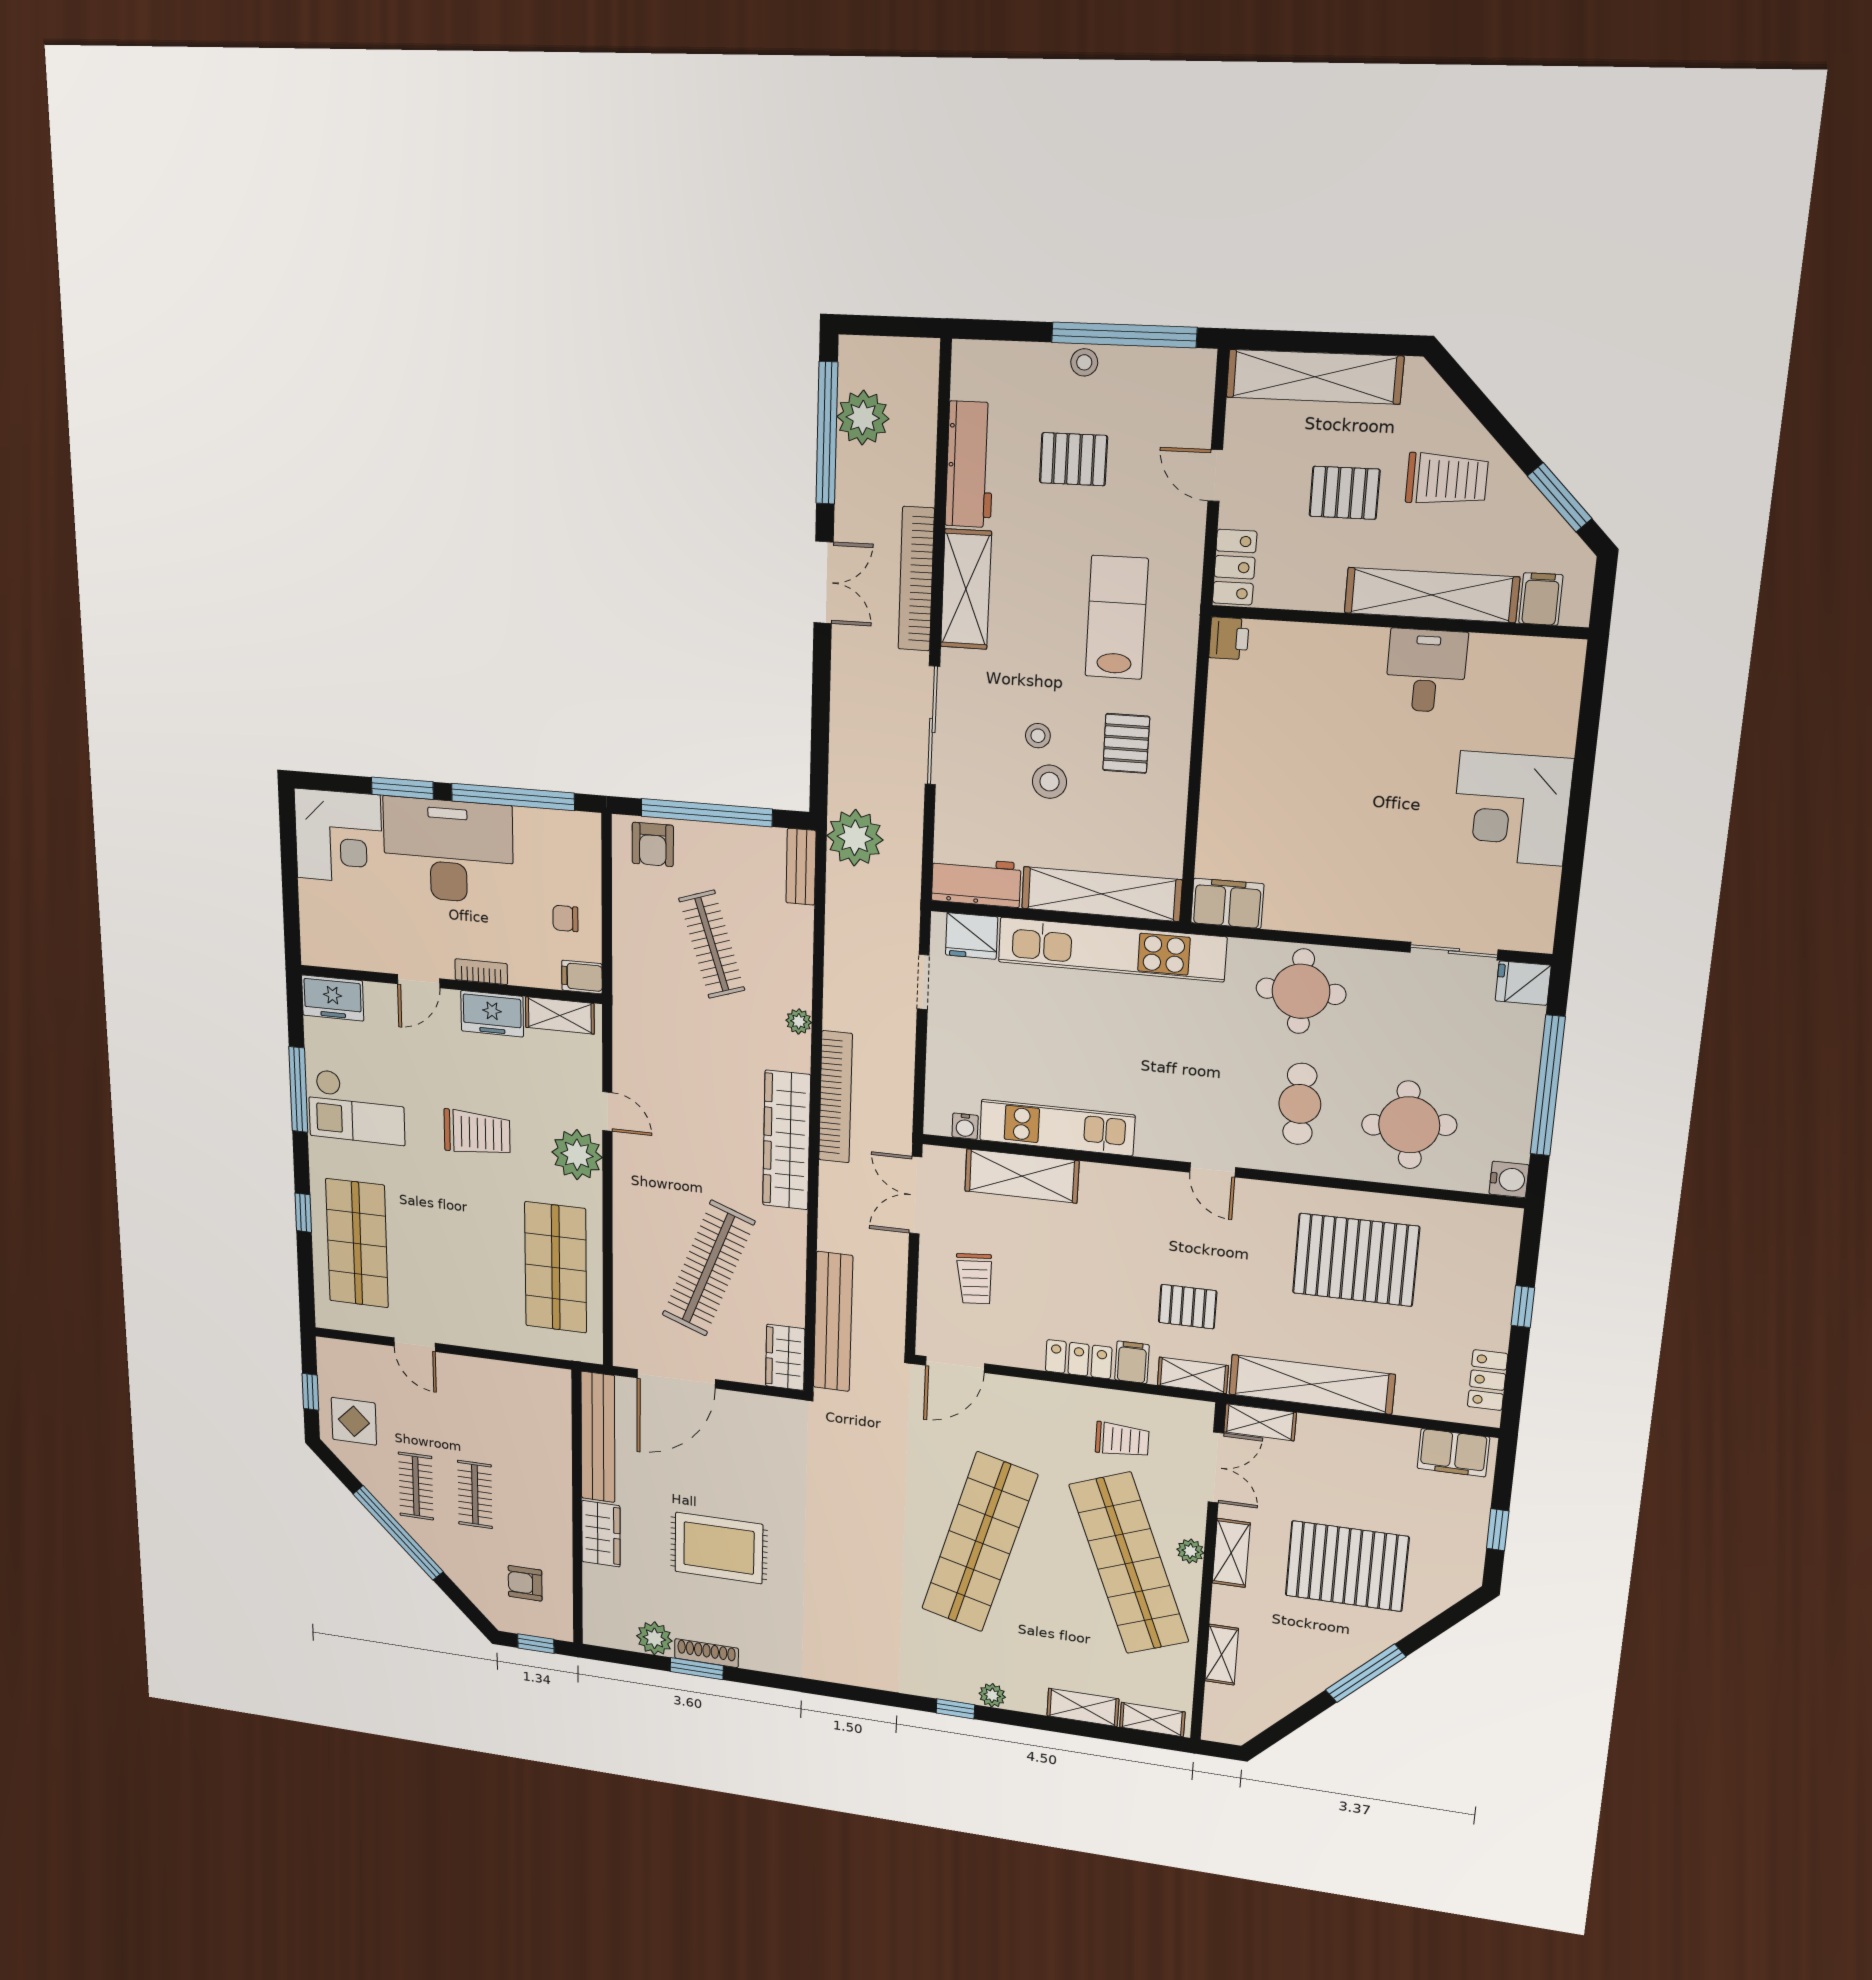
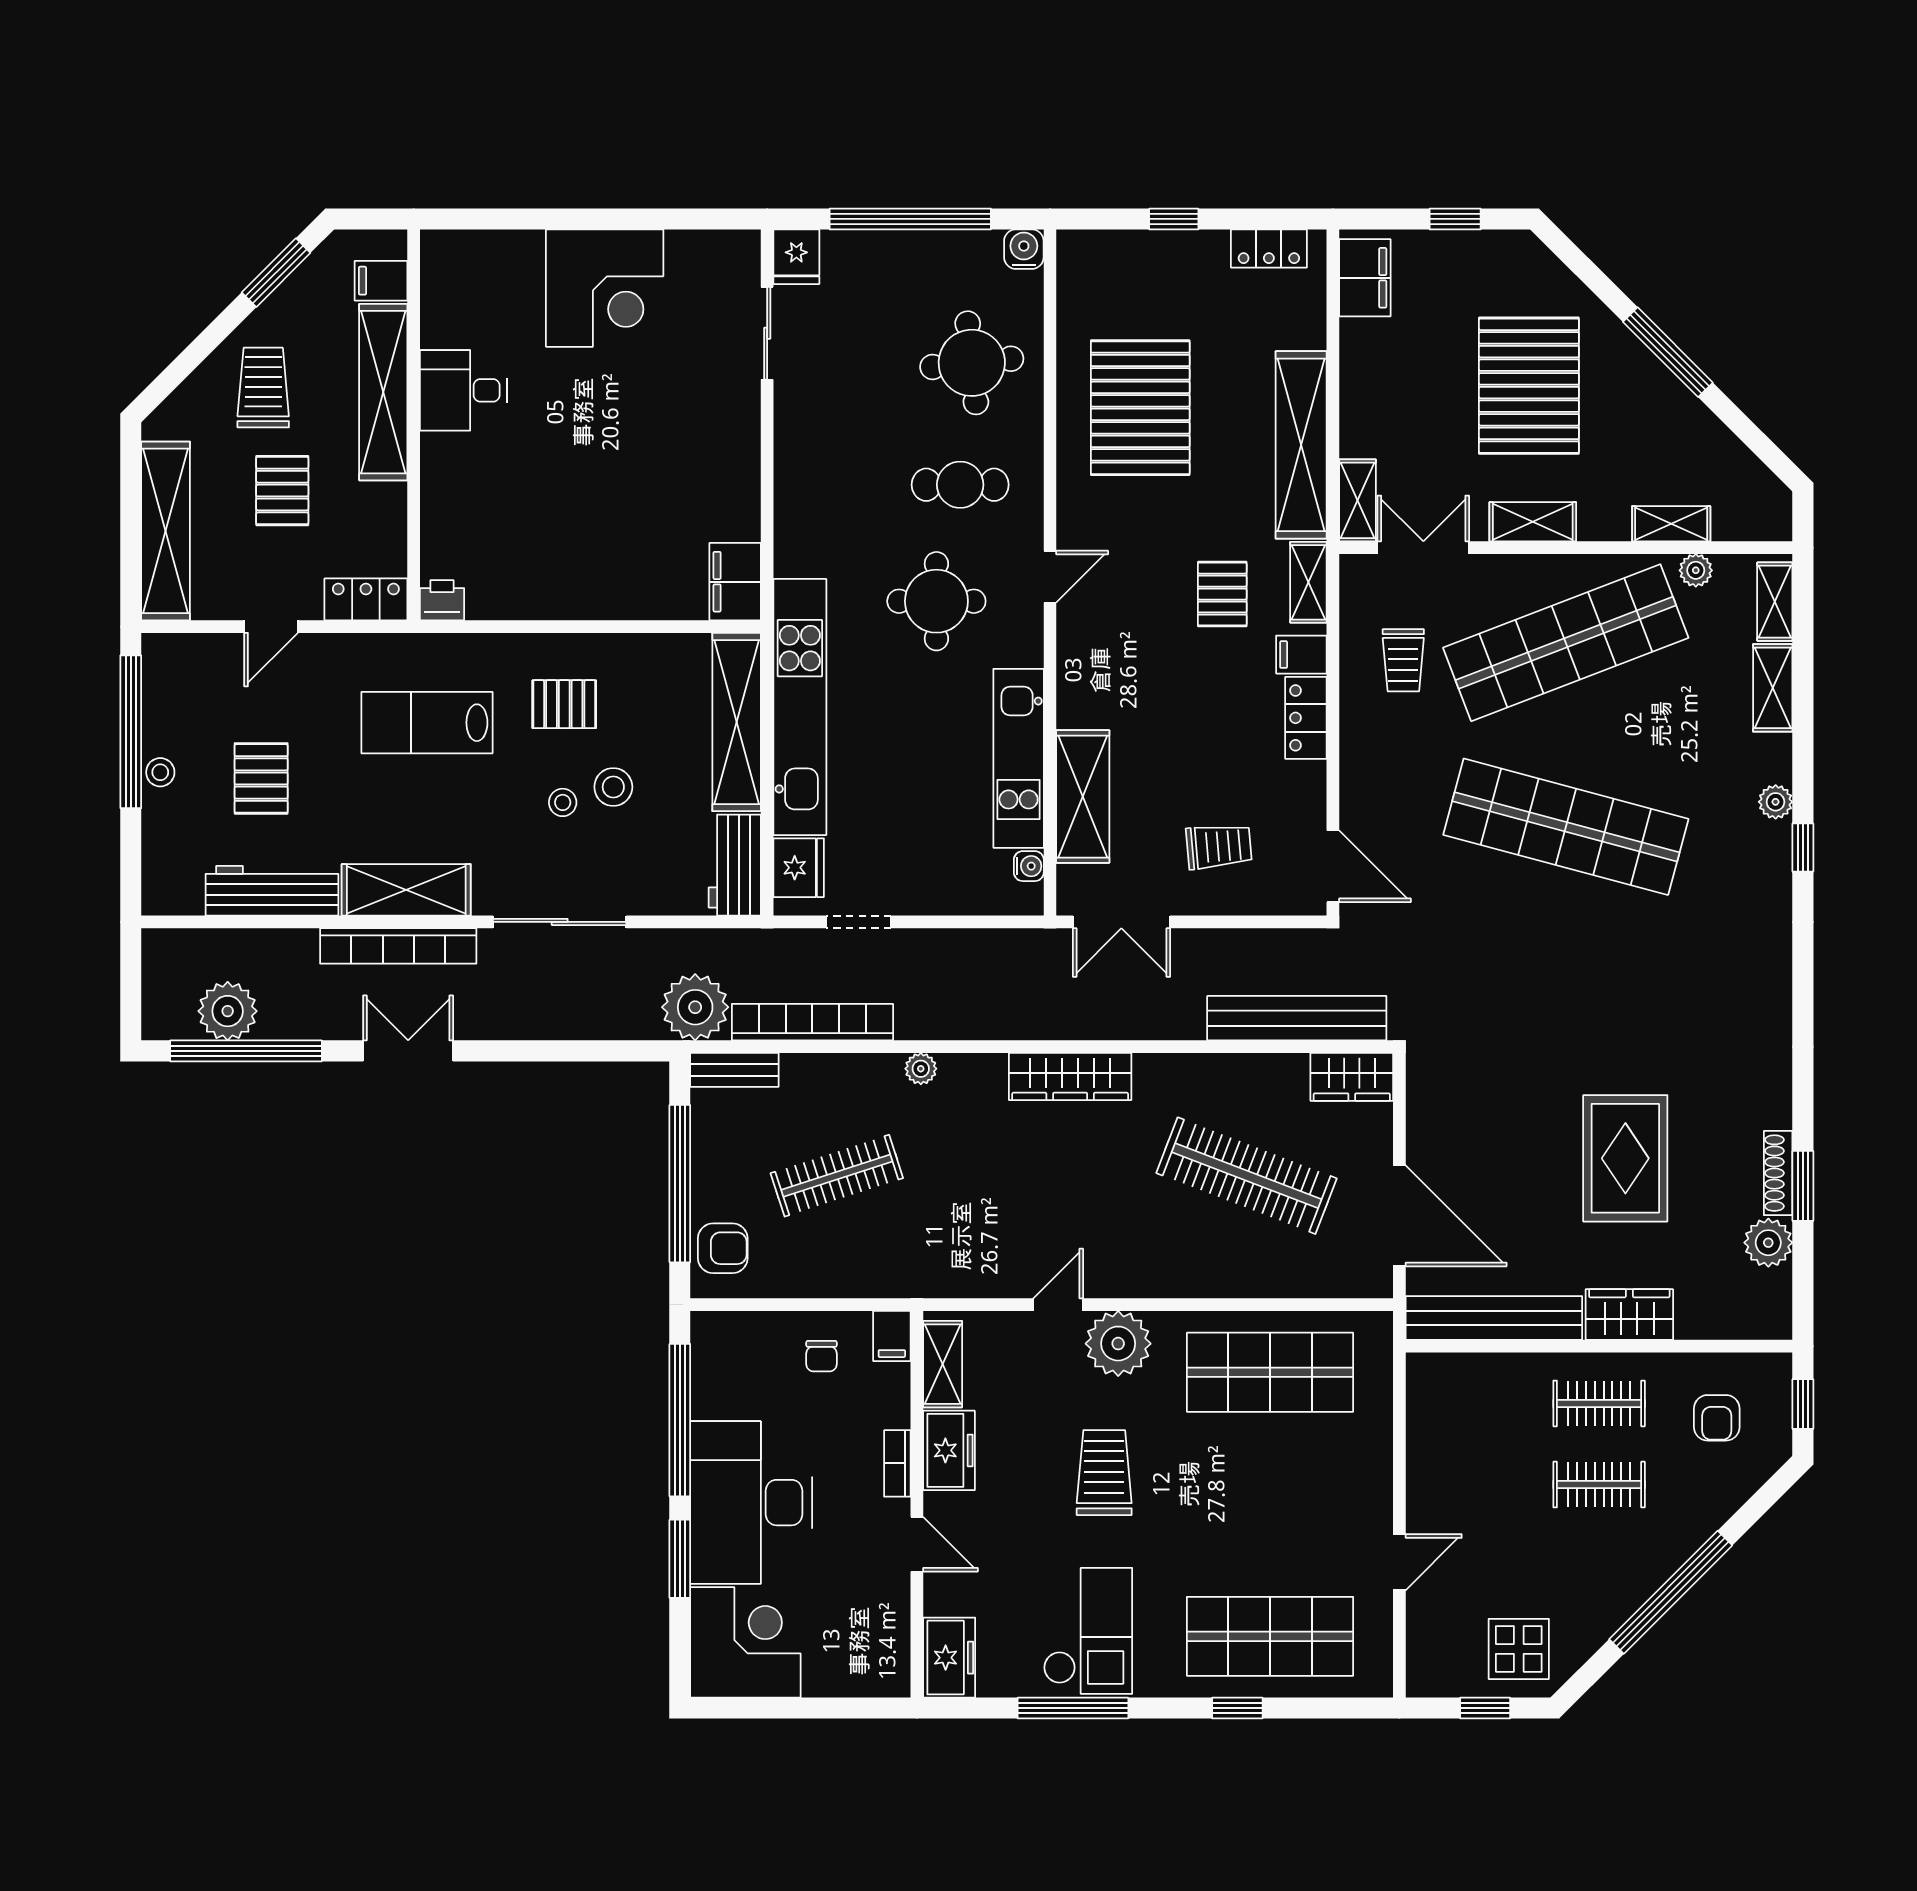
round table: (1301, 991) -> (936, 601), moved
bookcase: (836, 1097) -> (812, 1022), moved
wardrobe: (787, 1140) -> (1070, 1077), width x0.71, depth x0.85
trolley: (1122, 1440) -> (1403, 660), turned 180
clothes rail: (416, 1486) -> (1599, 1403), moved
plant: (1190, 1551) -> (1696, 570), moved

